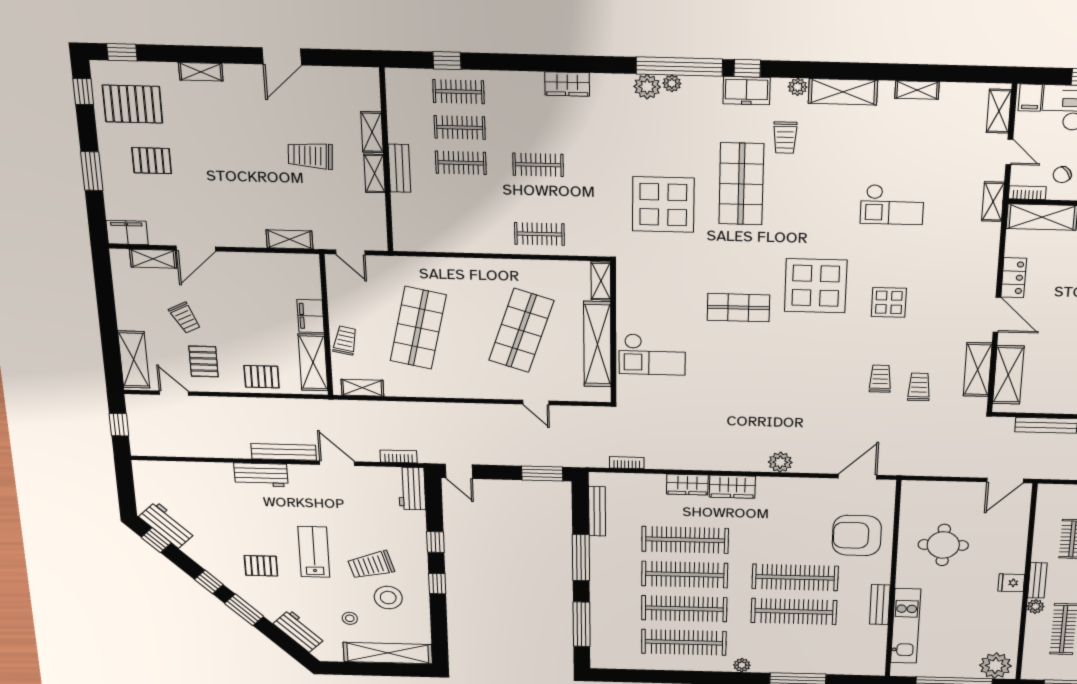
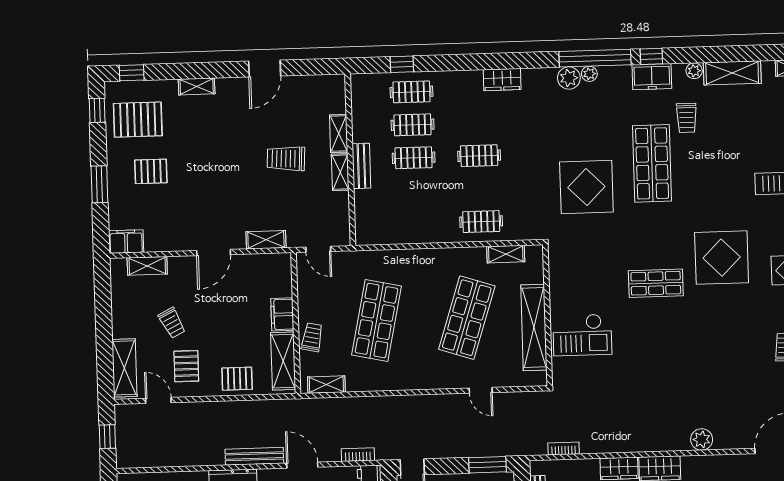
door: (196, 248) -> (214, 253), moved
shelving: (601, 281) -> (506, 254), moved, turned 90

